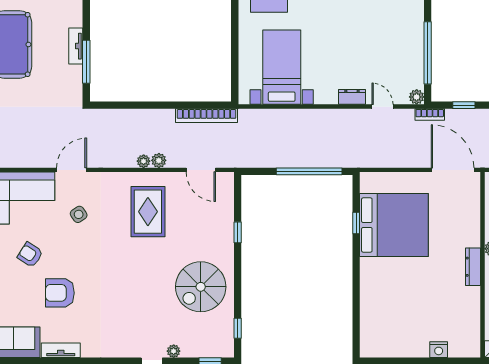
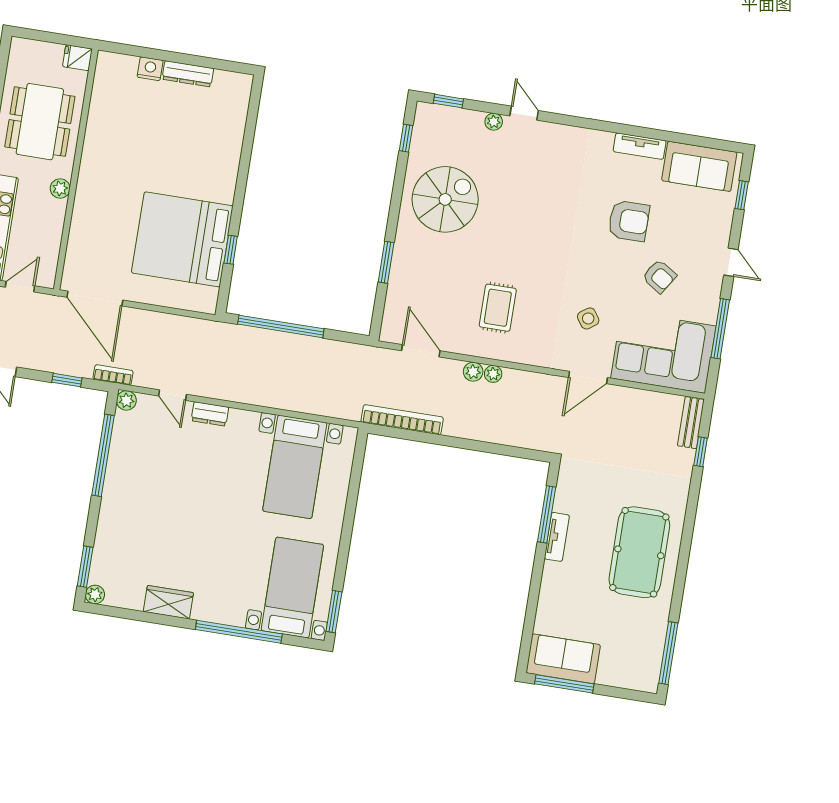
rug: (148, 212) -> (498, 308), width x0.73, depth x0.70
window: (238, 232) -> (386, 262), width x1.50
dresser: (473, 267) -> (188, 74), moved, turned 90

